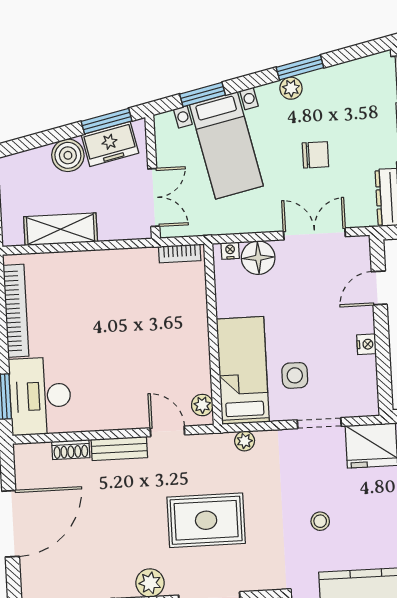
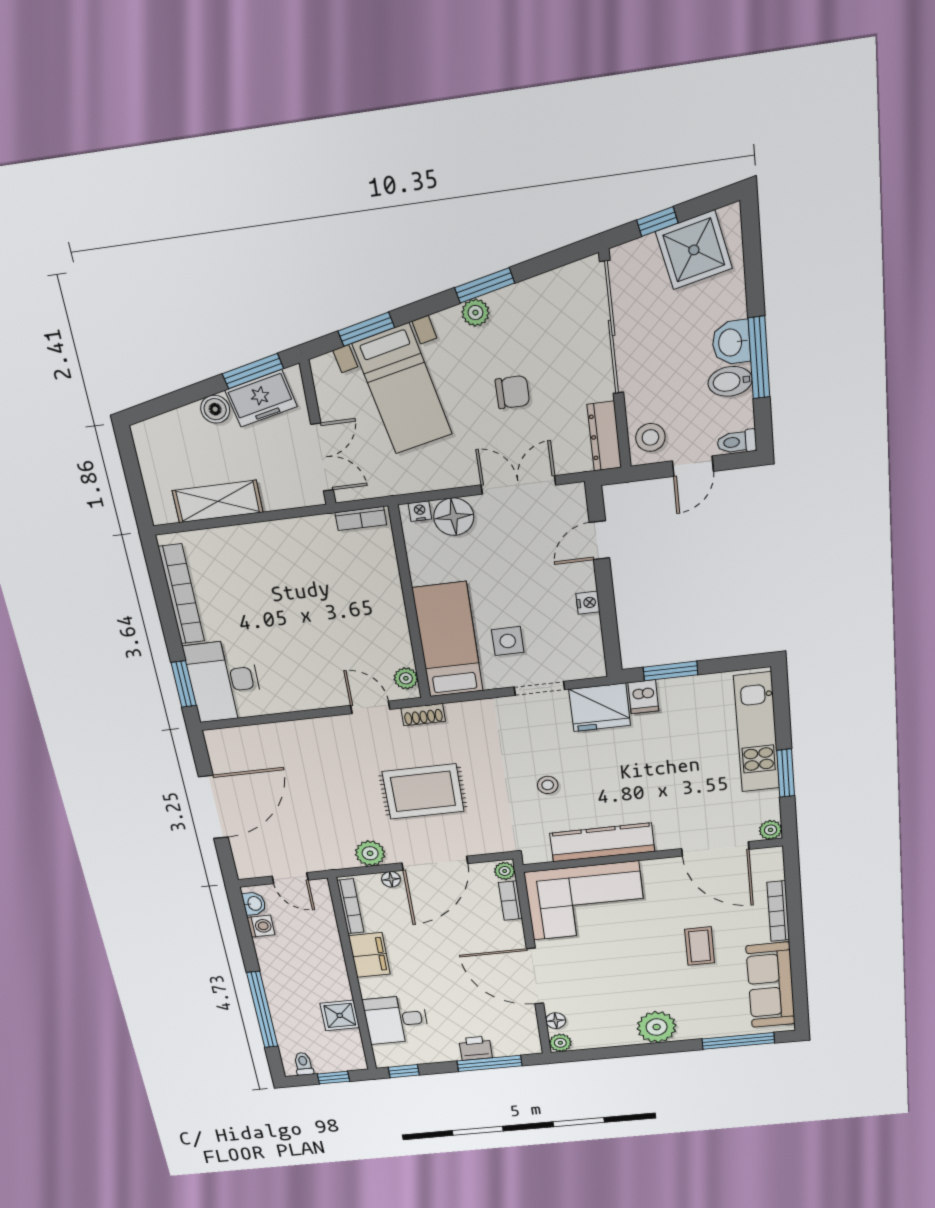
boiler: (68, 155) -> (215, 409), width x0.73, depth x0.73
plant: (245, 441) -> (457, 712), removed
bench: (119, 448) -> (319, 728), removed
shoe rack: (71, 450) -> (423, 715), moved

